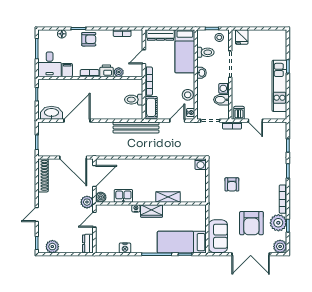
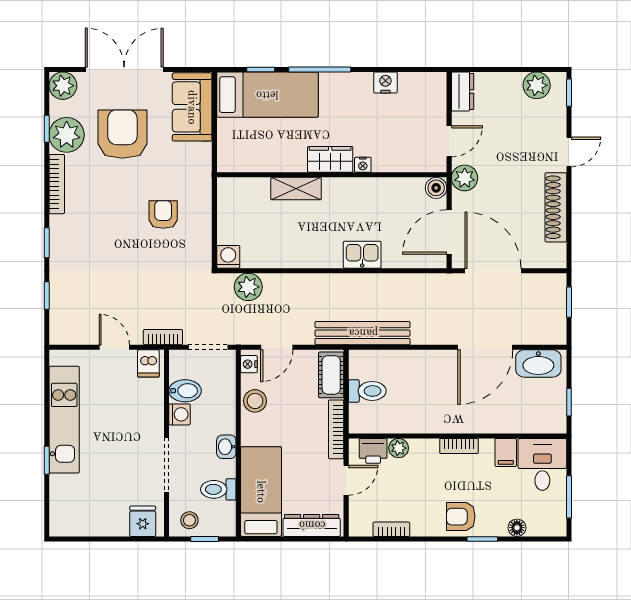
printer: (106, 71) -> (373, 451), moved
plant: (191, 150) -> (248, 287), added
shoe rack: (43, 175) -> (556, 207), moved
kitchen sink: (123, 196) -> (362, 255), moved, turned 180

